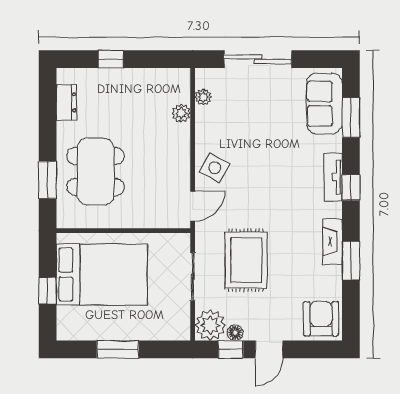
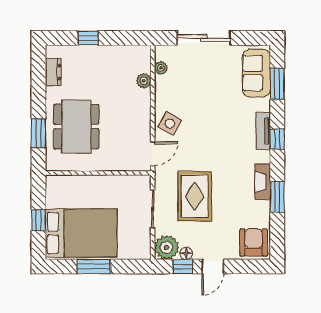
bed: (102, 275) -> (81, 233), moved

